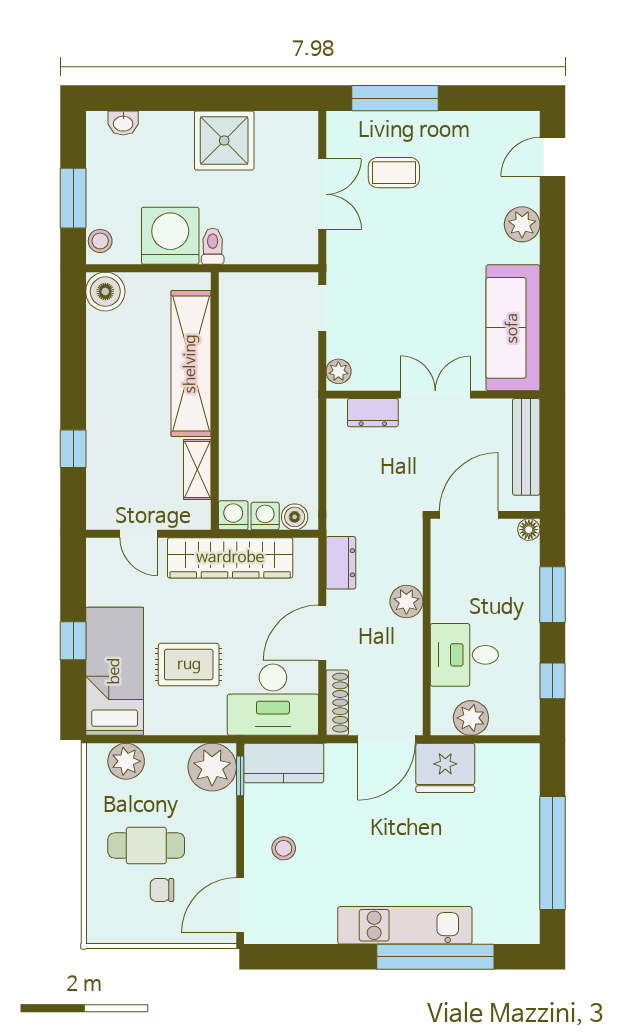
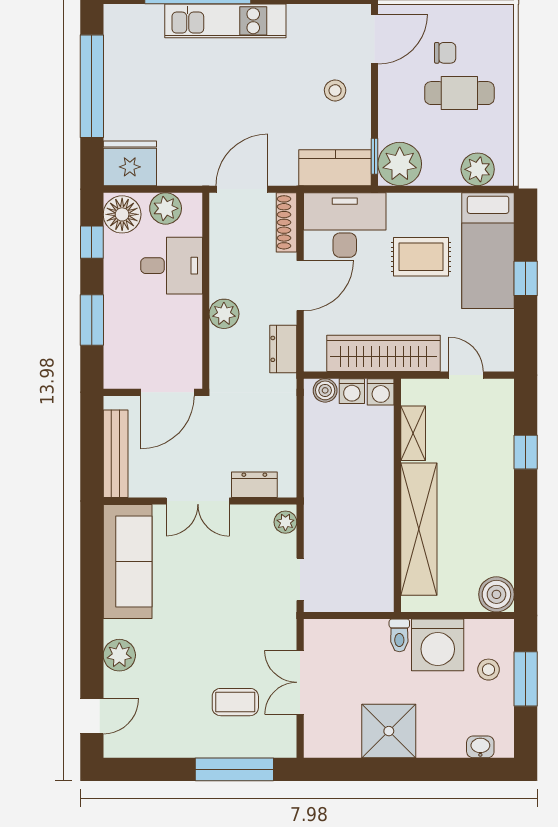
stool: (100, 241) -> (488, 670), moved
floor lamp: (529, 530) -> (122, 214), moved, width x1.89, depth x1.89
fridge: (445, 768) -> (130, 163), moved

